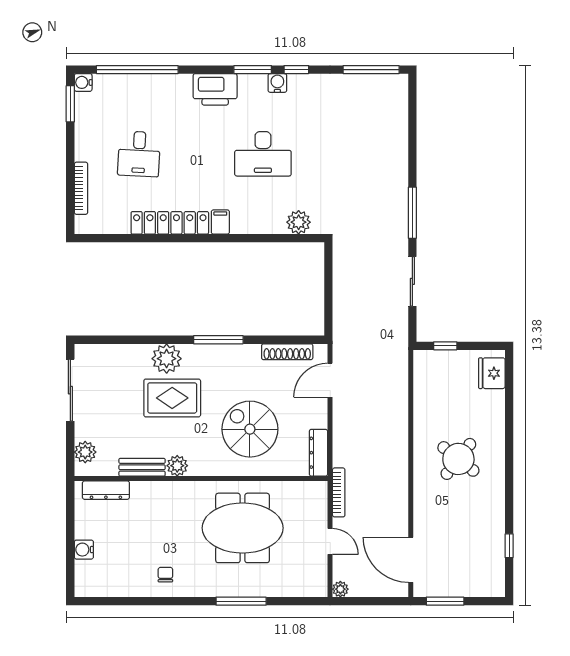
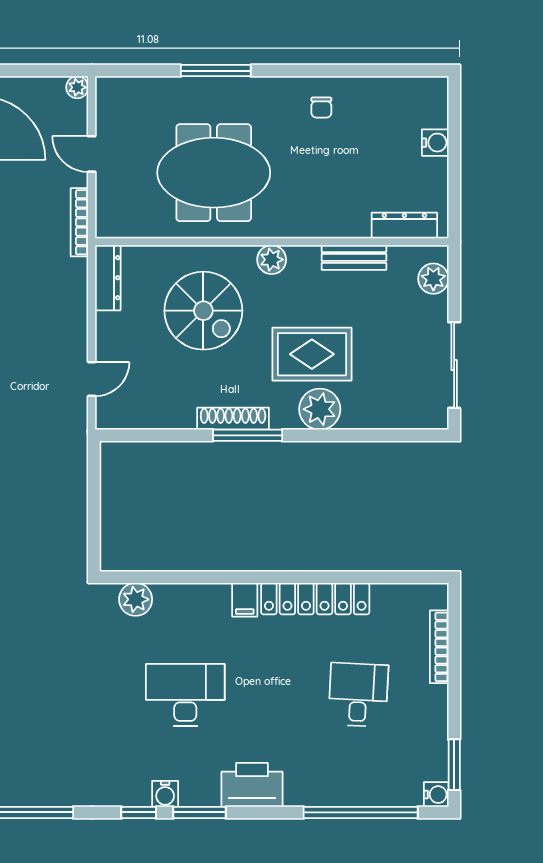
shoe rack: (287, 352) -> (233, 419), moved
door: (330, 380) -> (92, 379), width x0.73
plant: (177, 466) -> (272, 260), moved

